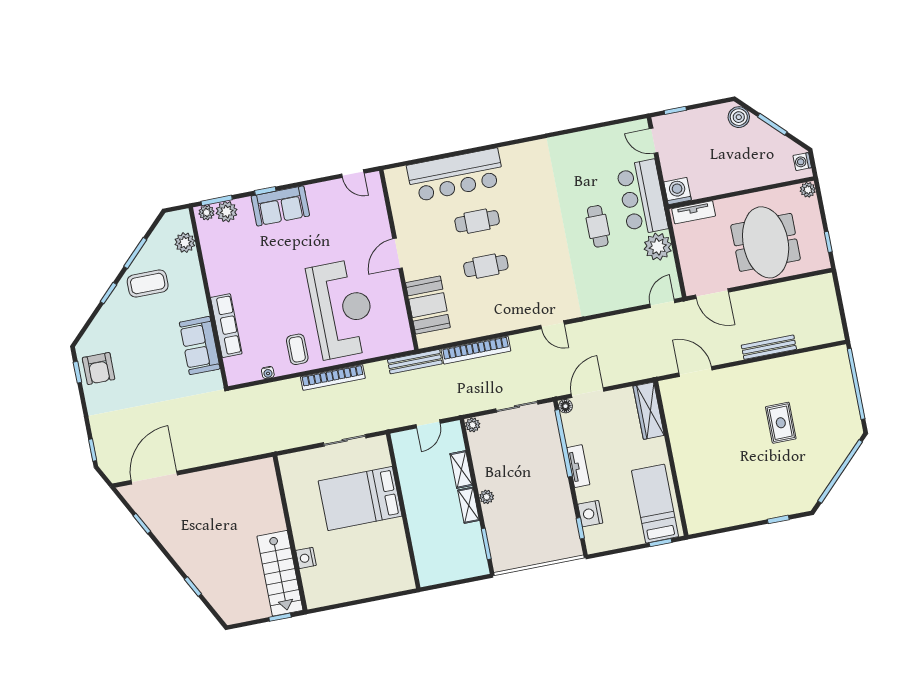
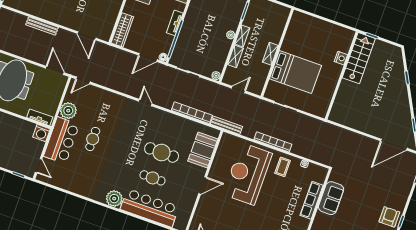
plant: (515, 158) -> (114, 199), added
cafe table: (486, 266) -> (162, 152), width x1.37, depth x1.35
shelving: (412, 503) -> (270, 54), added

